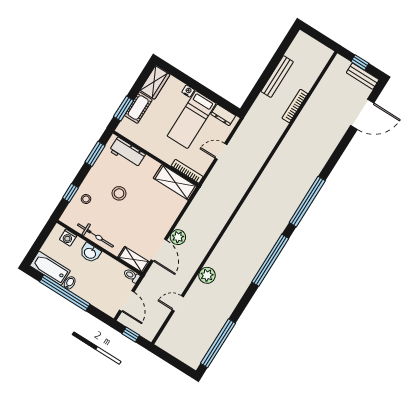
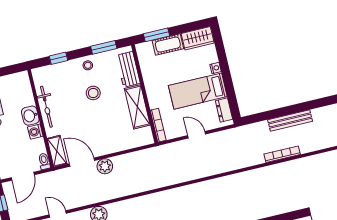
shelving: (175, 182) -> (137, 107), moved
stool: (86, 199) -> (88, 65), moved
washing machine: (68, 238) -> (35, 132), moved
door: (159, 250) -> (82, 162), swing flipped

